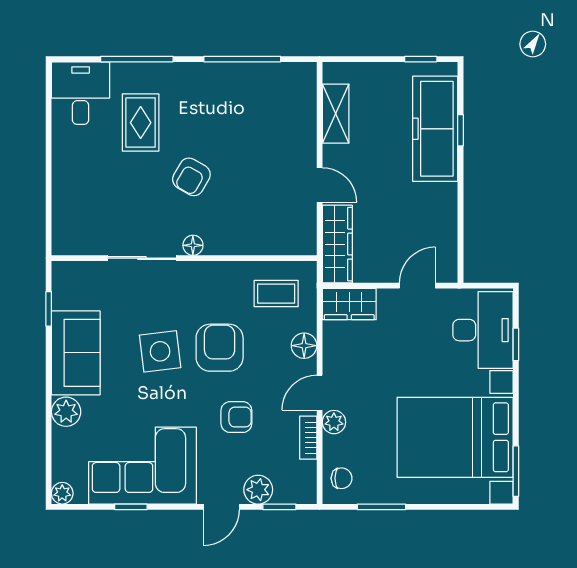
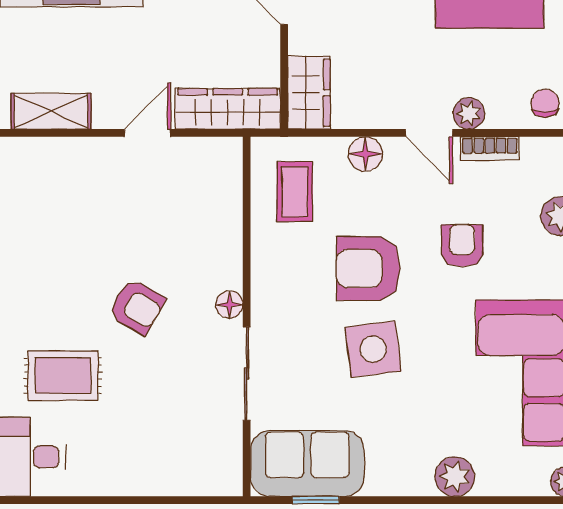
sofa: (76, 353) -> (307, 463), moved

